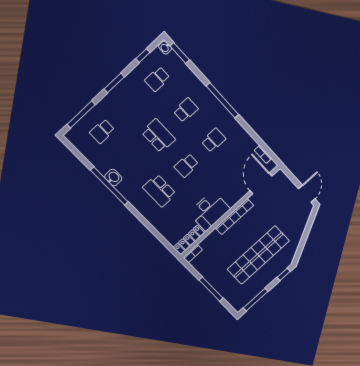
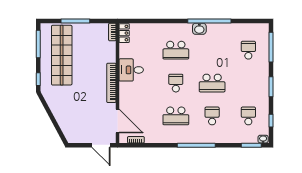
school desk: (186, 110) -> (212, 116), turned 180
school desk: (214, 140) -> (176, 116), width x1.85
washbasin: (113, 178) -> (199, 29), moved
school desk: (159, 191) -> (176, 50), turned 180
door: (307, 194) -> (101, 145), moved
desk: (209, 211) -> (131, 70), width x0.73
locker: (189, 240) -> (124, 33), width x0.66
shop shelf: (258, 255) -> (62, 55), moved

